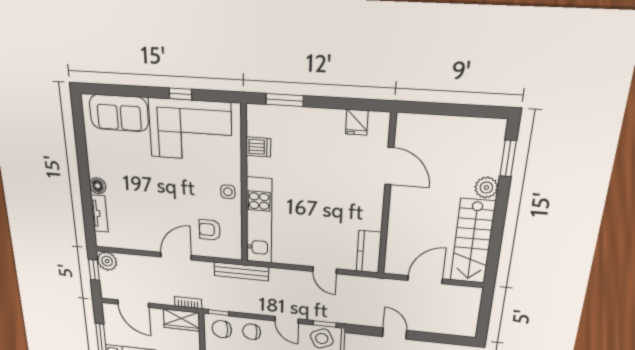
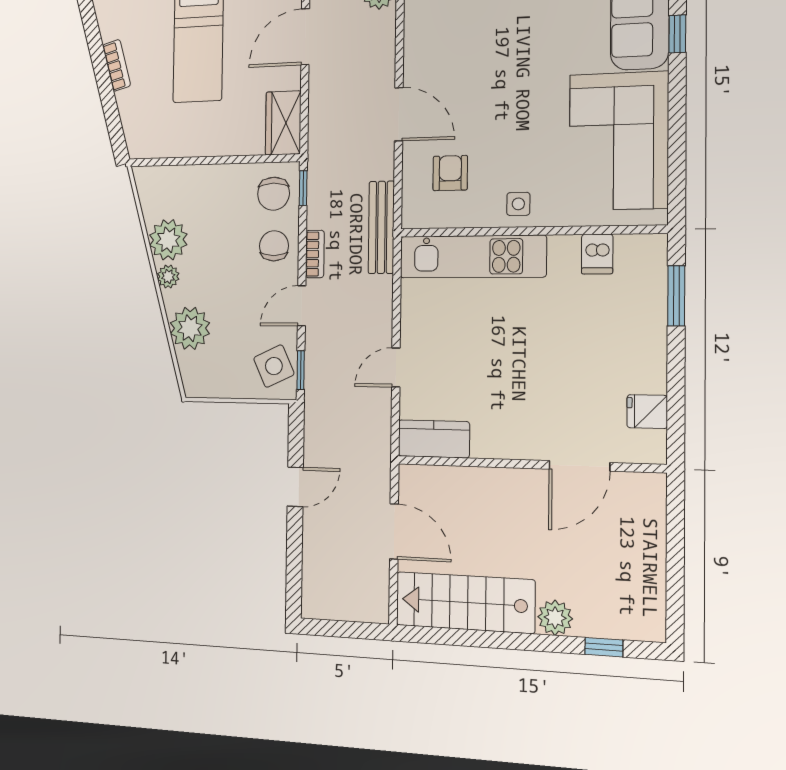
window: (180, 94) -> (677, 34), moved
window: (508, 158) -> (604, 647), width x0.67
bookcase: (188, 303) -> (315, 254), moved
chair: (222, 329) -> (274, 194), turned 180

